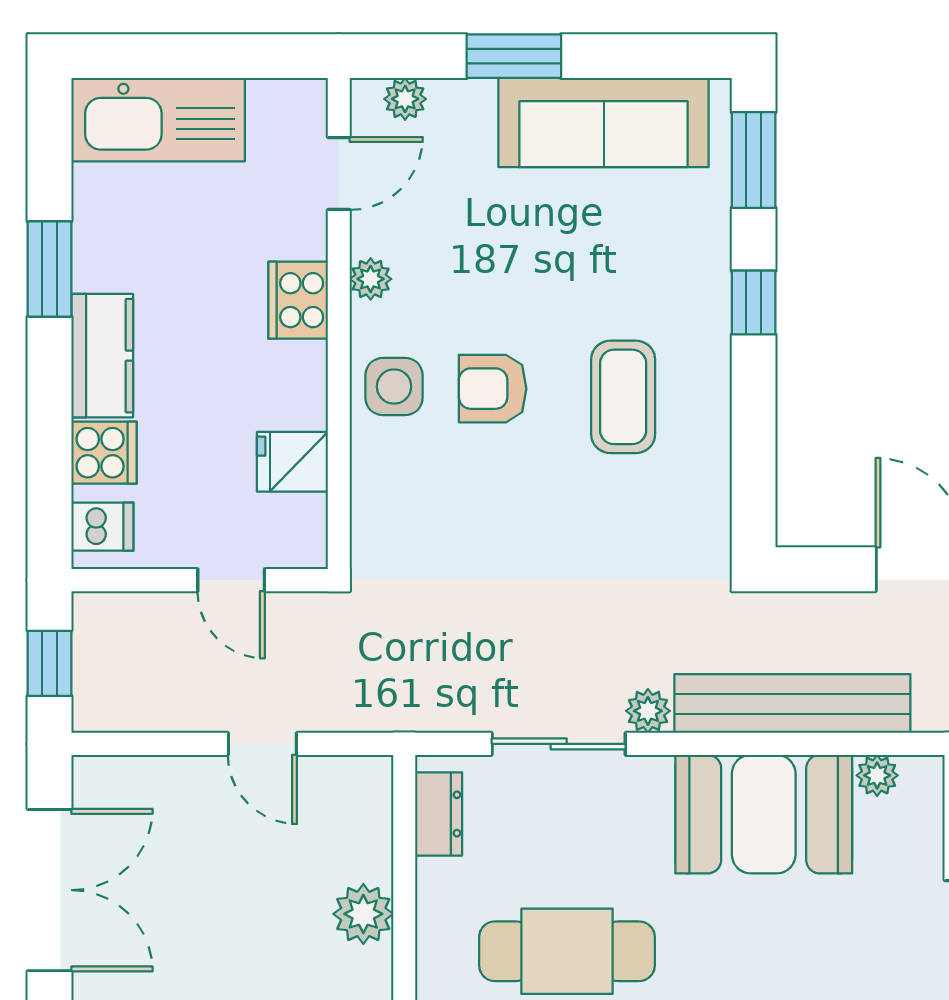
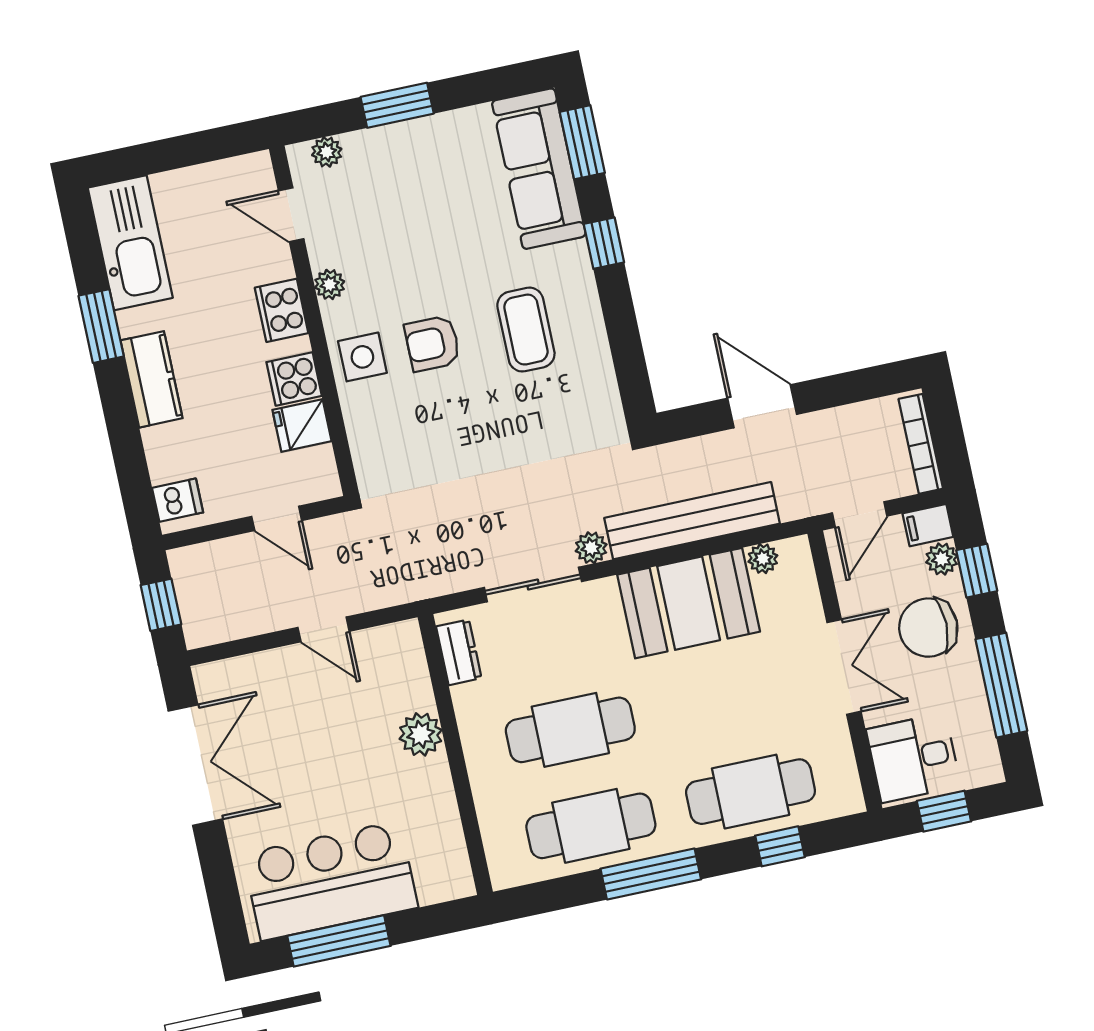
kitchen sink: (158, 120) -> (130, 243), moved, turned -90
sofa: (604, 123) -> (539, 169), moved, turned 90
door: (339, 174) -> (291, 215), swing flipped
cooker: (104, 453) -> (294, 379), moved, turned 180

